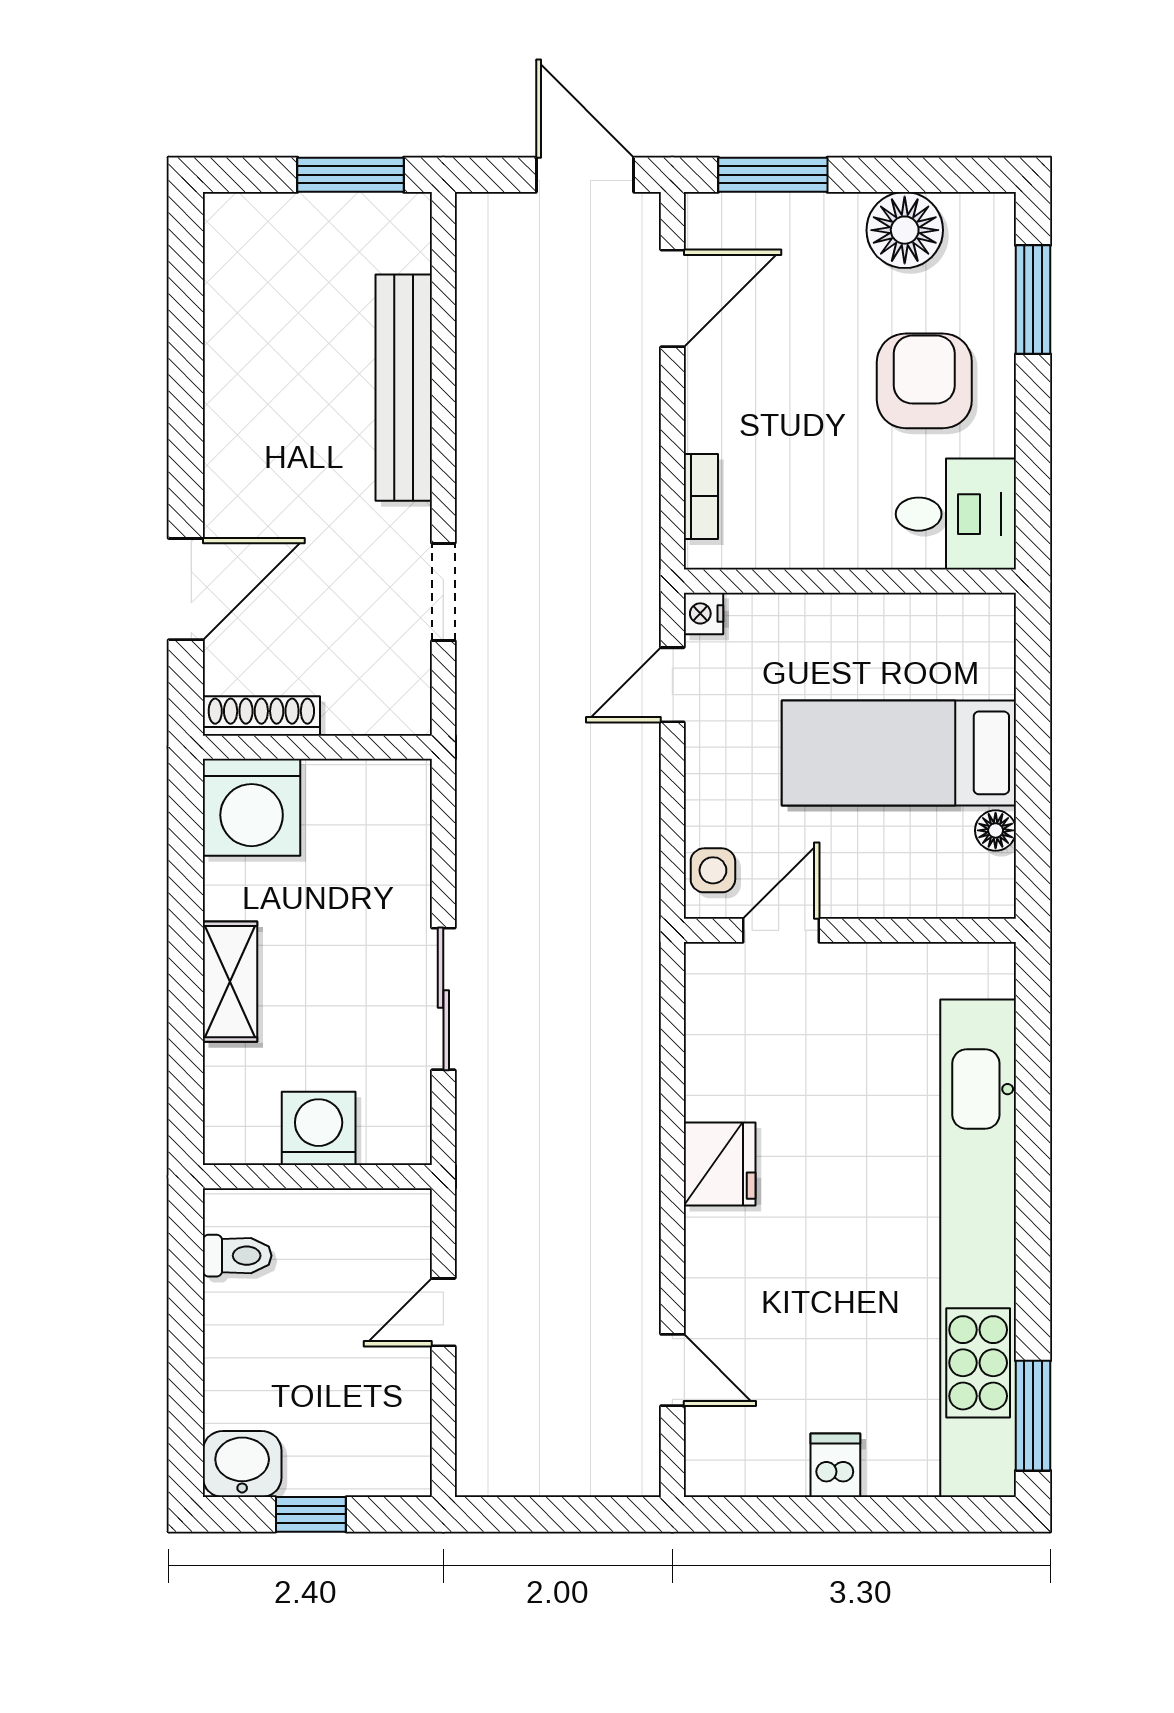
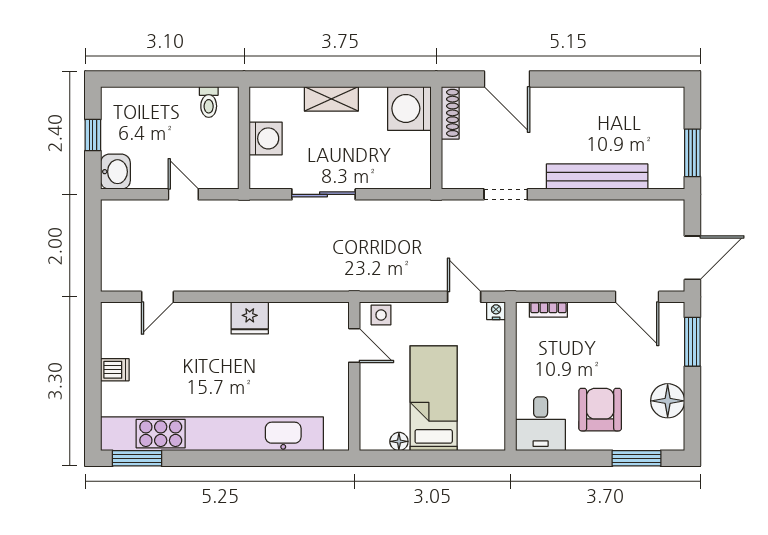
armchair: (924, 381) -> (600, 410), turned -90
washbasin: (242, 1464) -> (115, 172), moved

